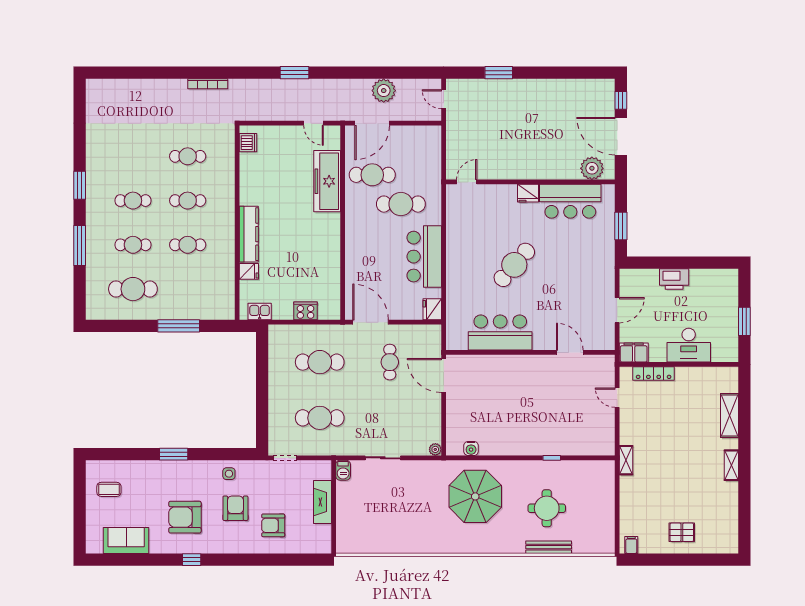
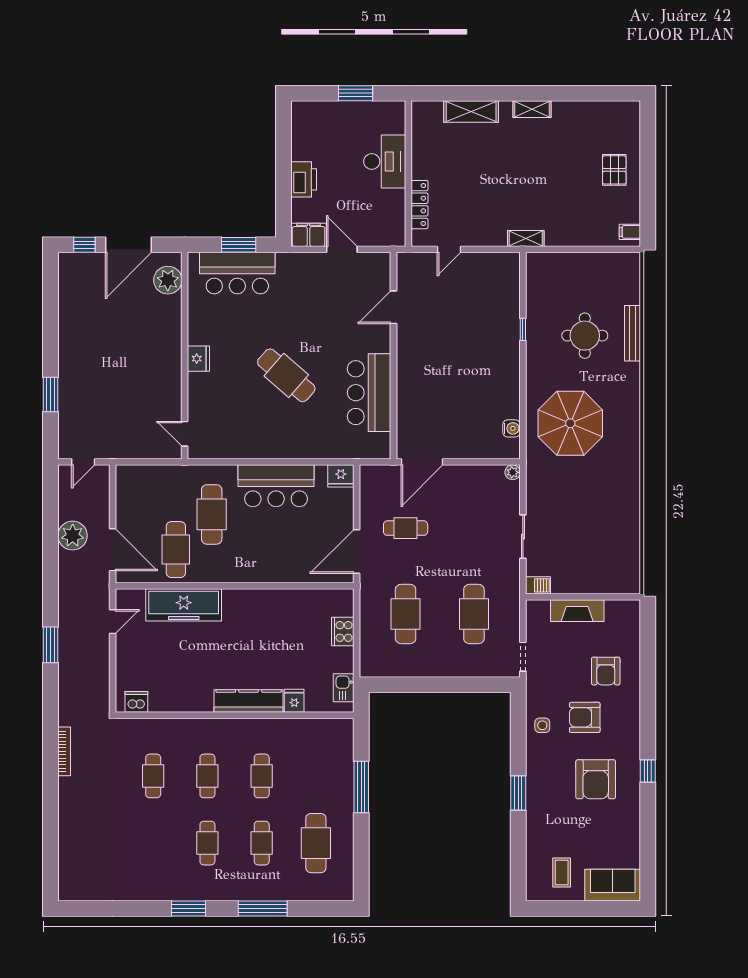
bar counter: (570, 201) -> (237, 273), moved, turned 90
filing cabinet: (634, 353) -> (309, 235), moved, turned 90
sofa: (126, 540) -> (613, 885), moved, turned 90

